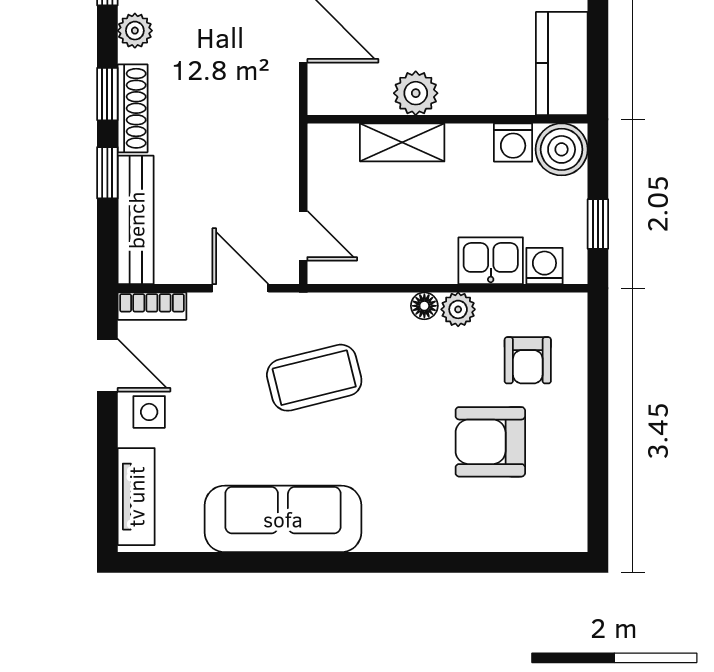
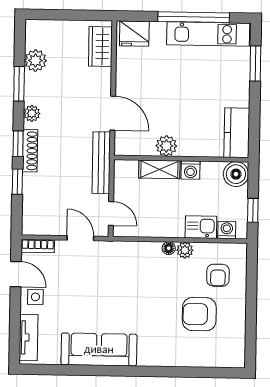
washing machine: (513, 143) -> (191, 170), moved
bench: (136, 220) -> (101, 163), moved
coffee table: (314, 378) -> (115, 282), removed

